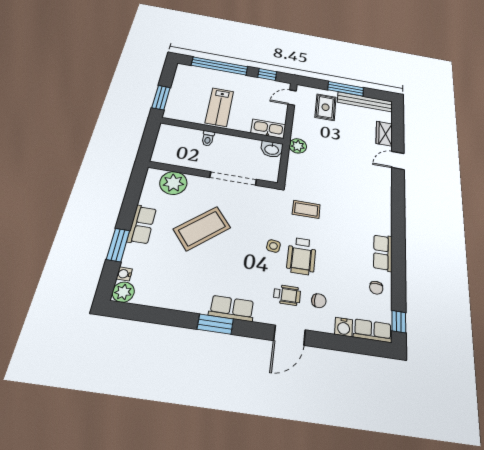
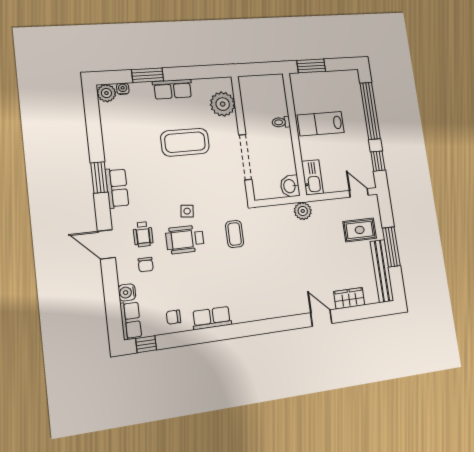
coffee table: (202, 228) -> (185, 142), turned -50

